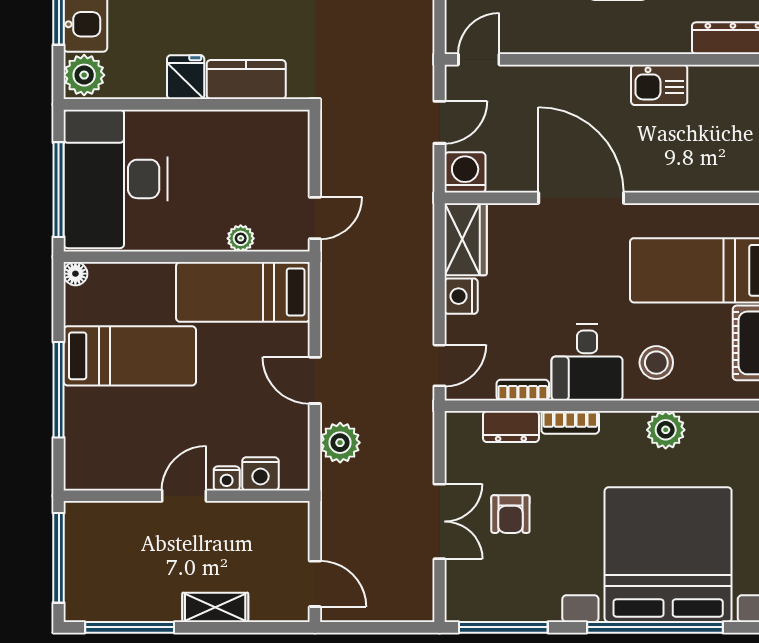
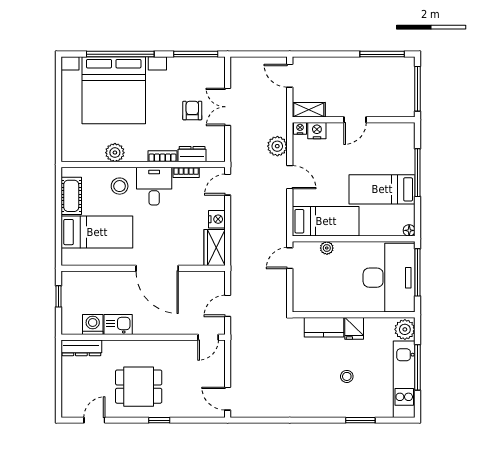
washing machine: (465, 172) -> (93, 325), moved, turned 180
nightstand: (227, 478) -> (300, 128), moved
shelving: (215, 607) -> (309, 110), moved

